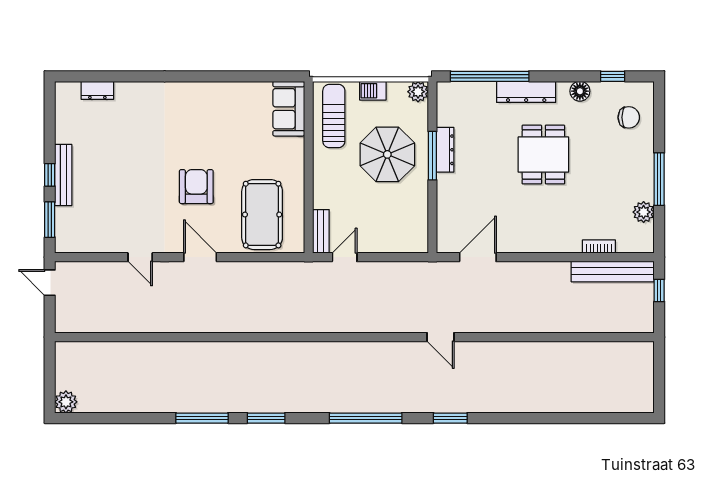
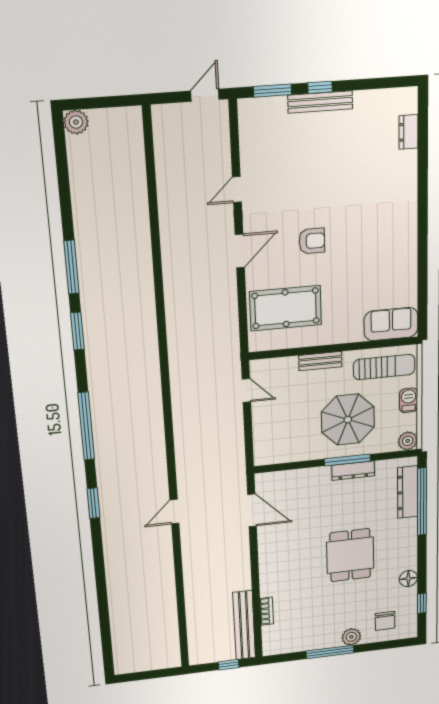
dresser: (526, 92) -> (408, 492), moved
dining table: (543, 155) -> (350, 555), turned 90
armchair: (196, 187) -> (312, 241), width x0.72, depth x0.72
plant: (644, 212) -> (351, 637), moved
bench: (321, 231) -> (320, 361), moved
door: (441, 337) -> (174, 512), moved

